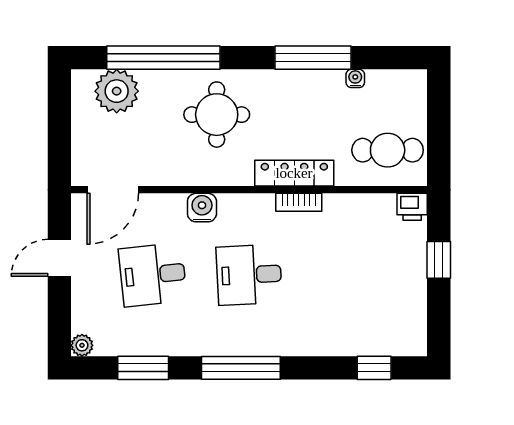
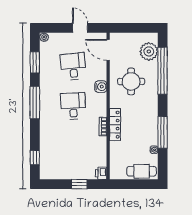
round table: (217, 115) -> (131, 81), moved
cafe table: (388, 150) -> (142, 171), moved, turned 90

